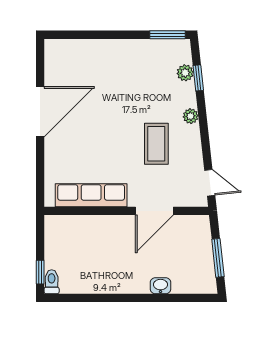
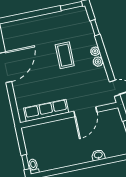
plant: (185, 73) -> (98, 62), moved
coffee table: (156, 144) -> (65, 55), moved

